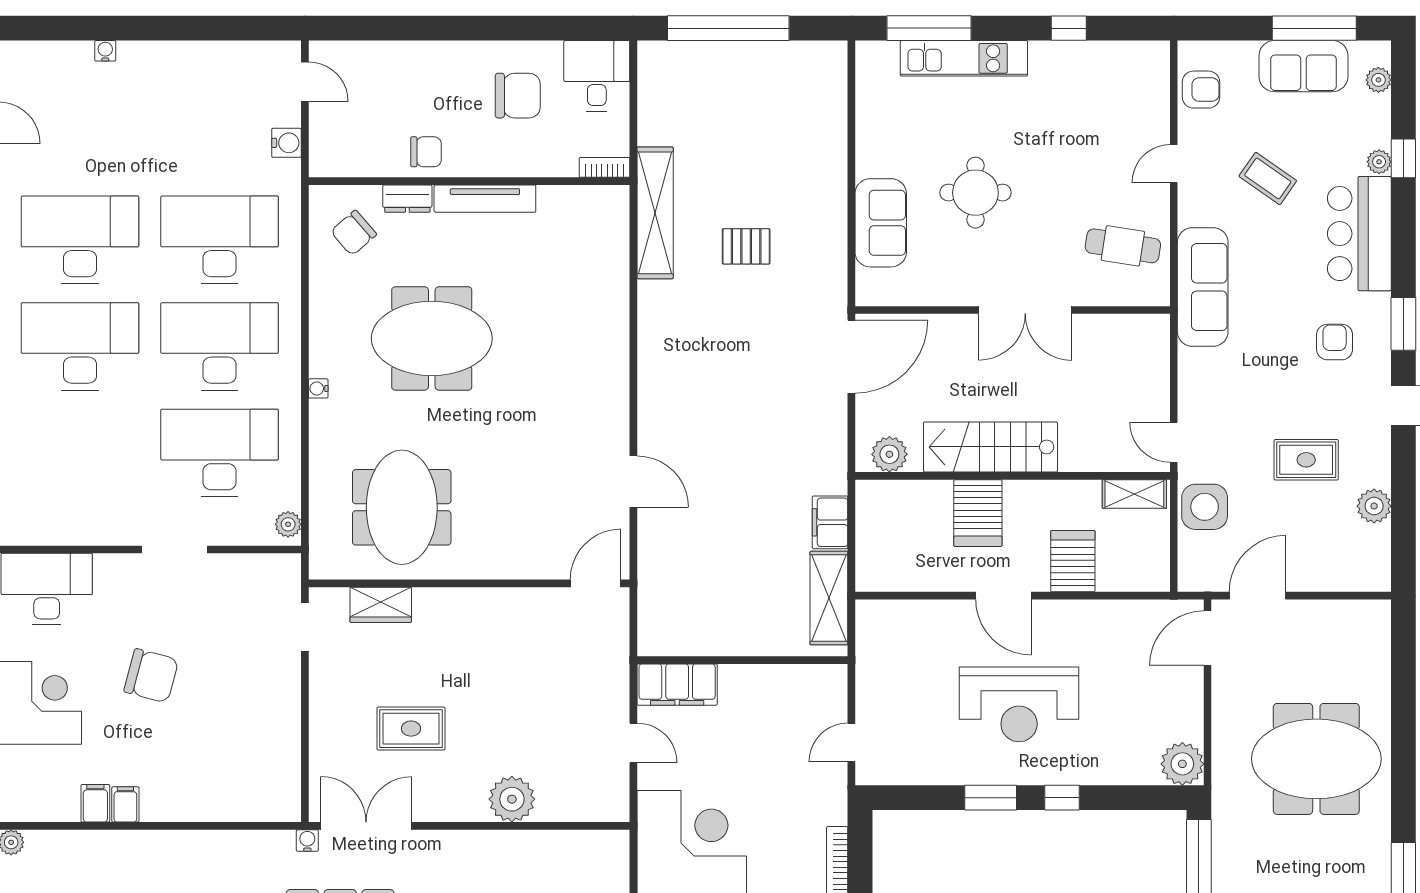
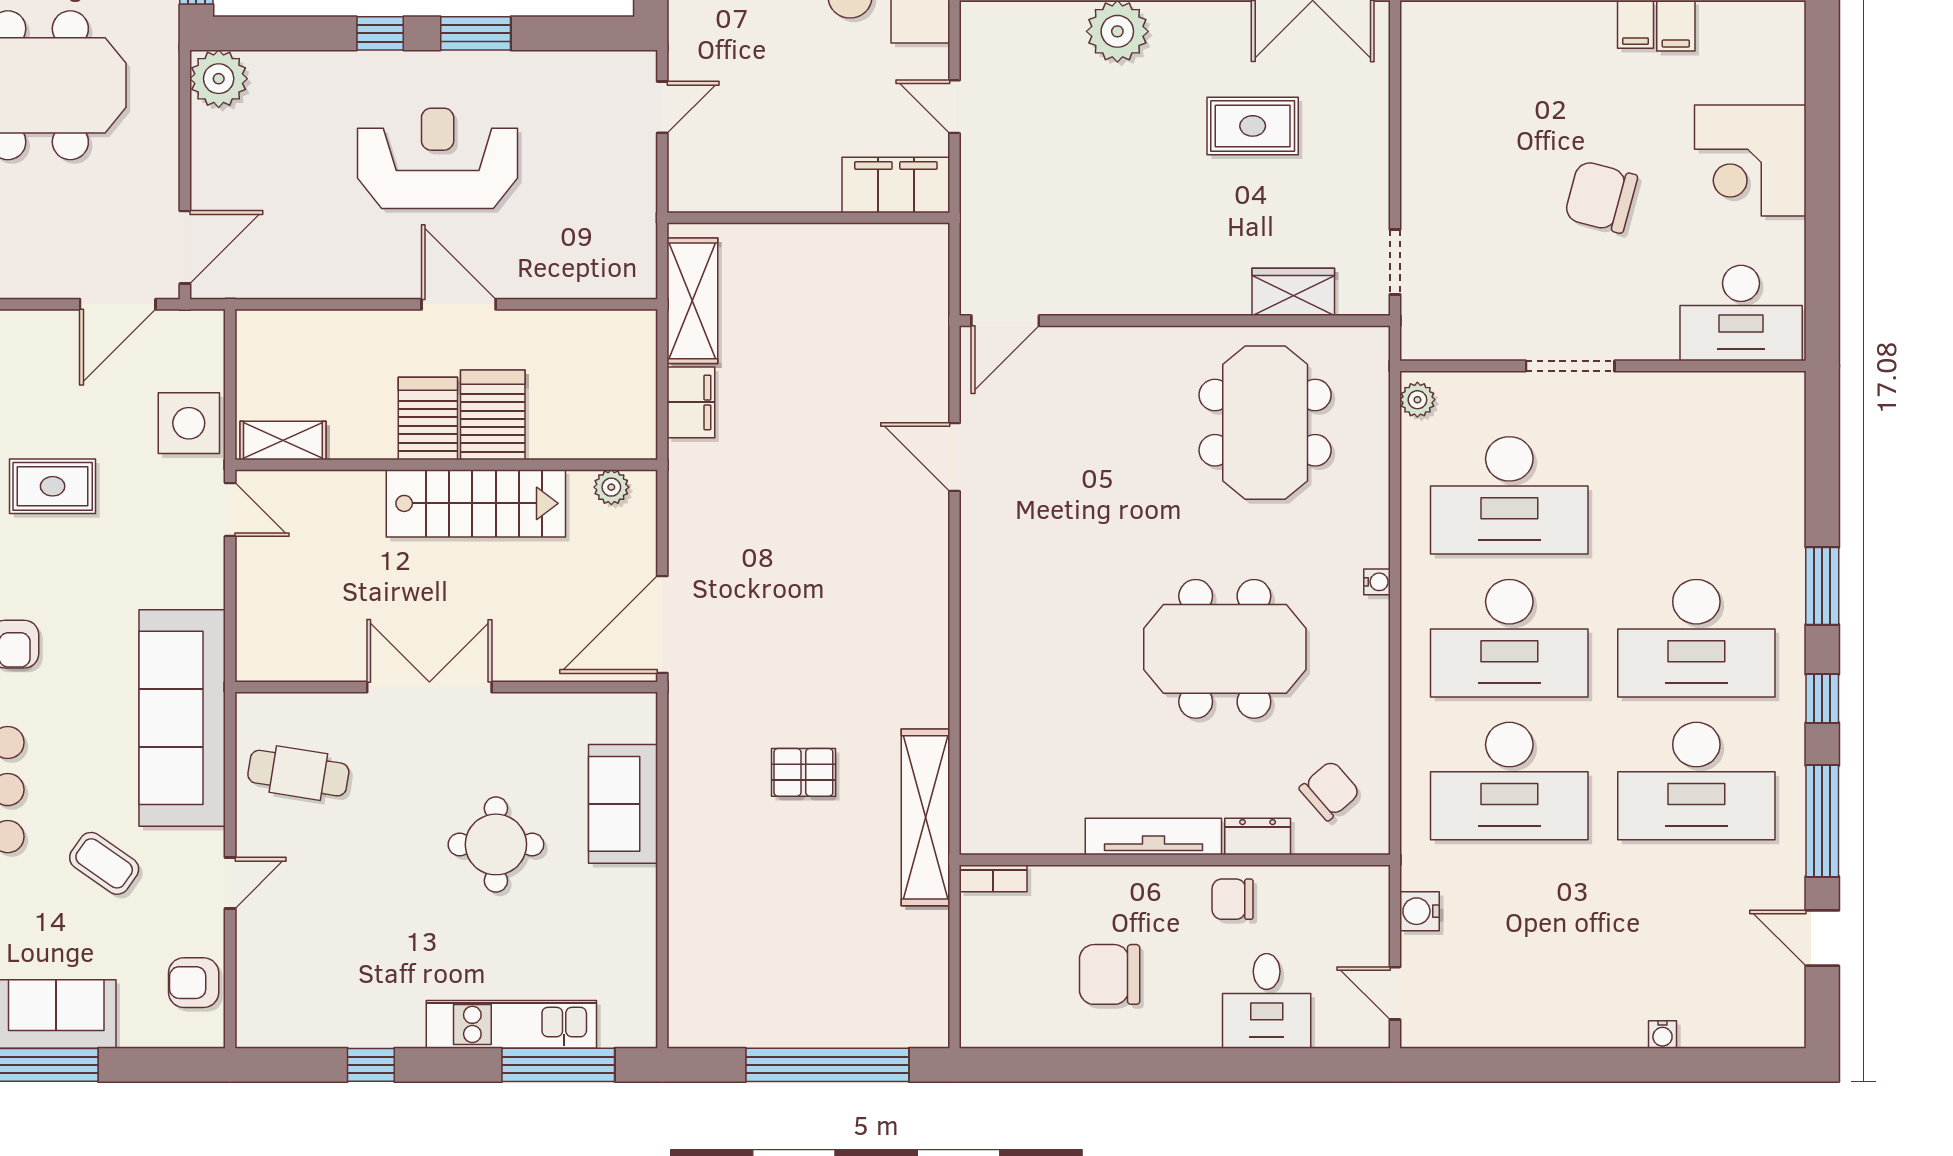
desk: (597, 76) -> (1267, 1001), moved
sofa: (1203, 287) -> (182, 718), width x1.36, depth x1.27
plant: (889, 454) -> (611, 487), width x0.73, depth x0.73
server rack: (1073, 561) -> (428, 418), moved, turned 180

